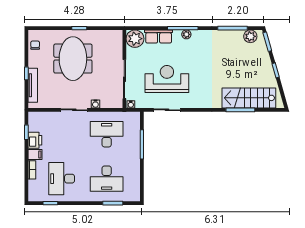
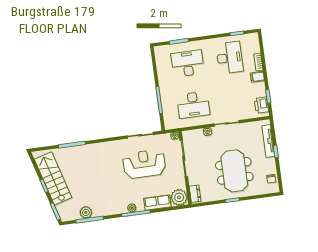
plant: (250, 36) -> (86, 212), moved
dresser: (118, 40) -> (195, 194), added
reception desk: (167, 79) -> (144, 164), turned 180
stairs: (249, 98) -> (53, 178), moved, turned -106
printer: (35, 140) -> (261, 105), moved

